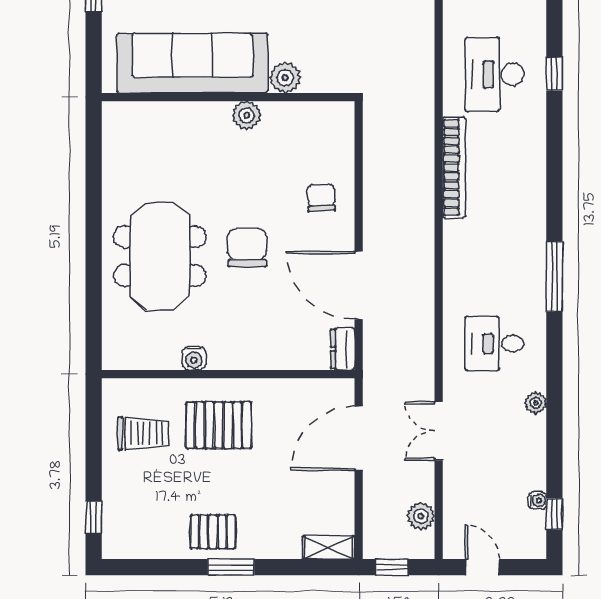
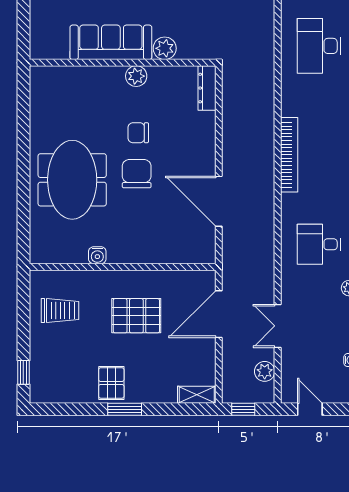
sofa: (192, 63) -> (111, 42), width x0.74, depth x0.79
bookcase: (454, 168) -> (289, 155), moved
chair: (321, 198) -> (138, 133), moved, turned -87
dresser: (343, 349) -> (207, 88), moved, width x1.44
pallet: (219, 425) -> (136, 316), moved
double door: (439, 431) -> (278, 326), moved
pallet: (213, 532) -> (111, 383), turned 90

